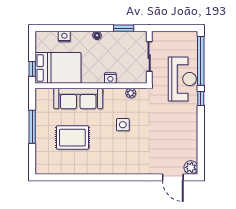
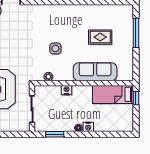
nightstand: (64, 37) -> (88, 127), moved
bed: (58, 68) -> (113, 94), width x0.67
window: (32, 127) -> (136, 33), moved
rug: (72, 138) -> (100, 37), width x0.73, depth x0.70

